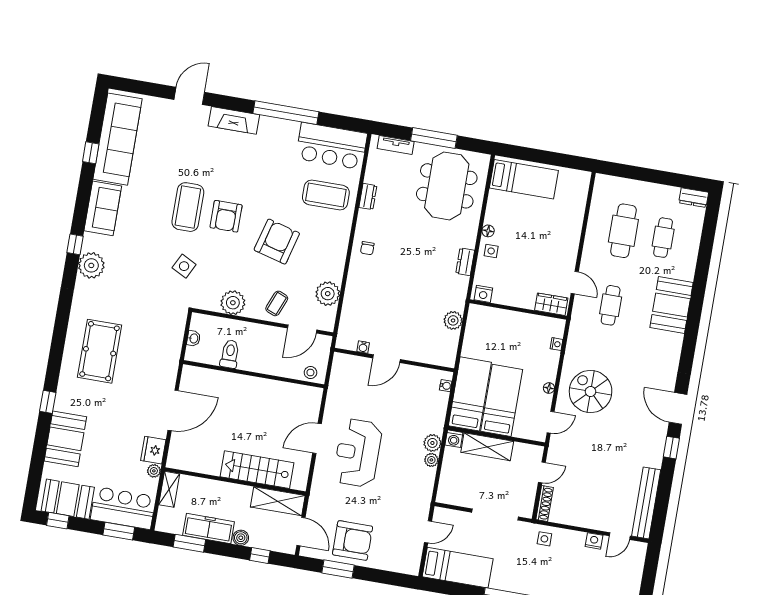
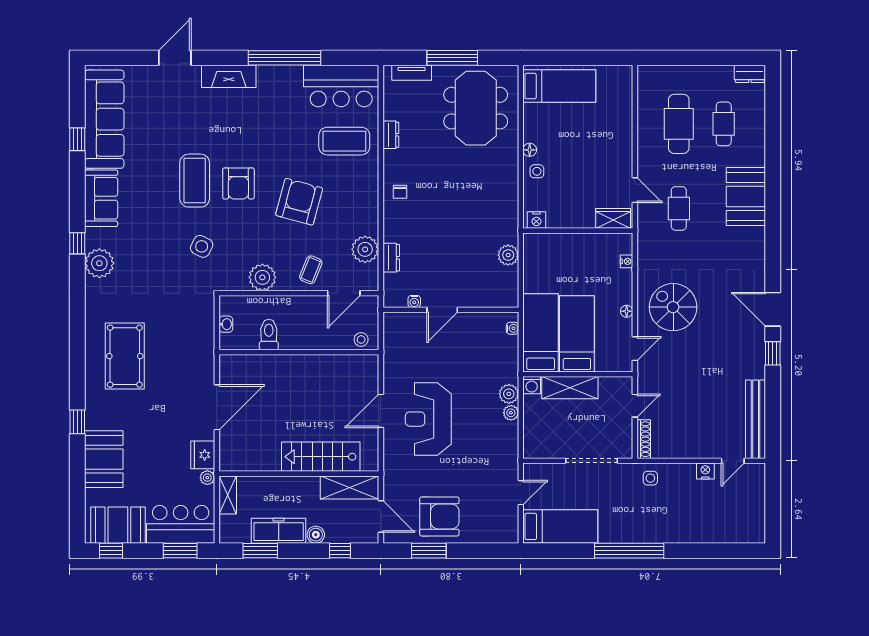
dresser: (465, 262) -> (391, 258), moved, turned 180

